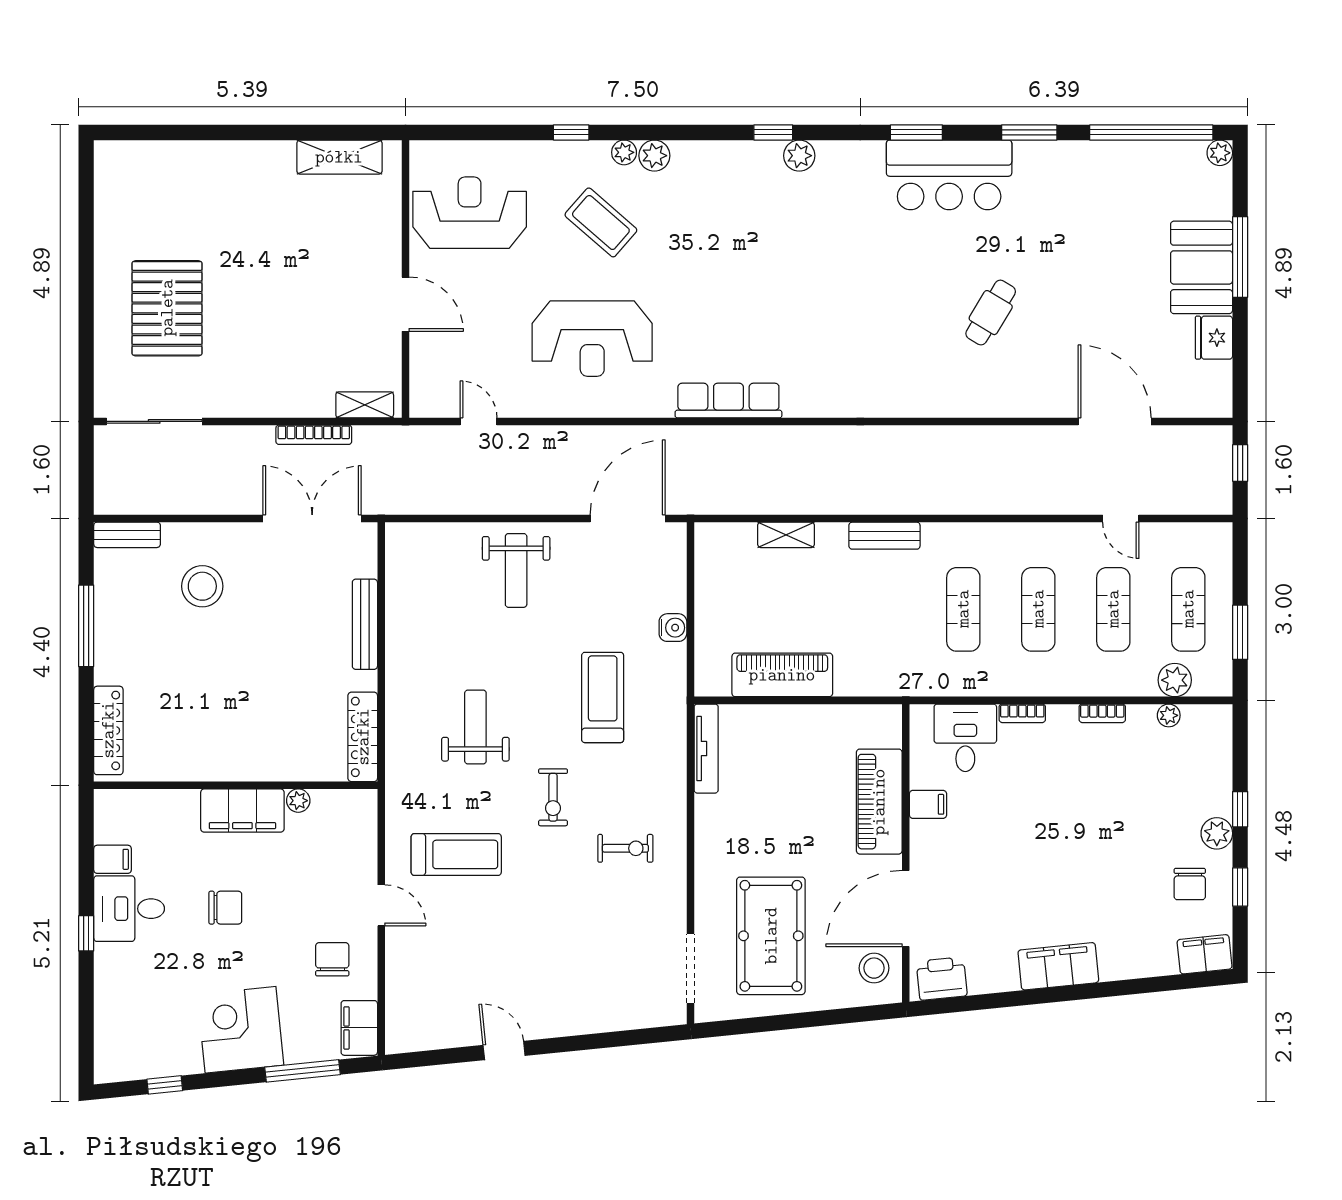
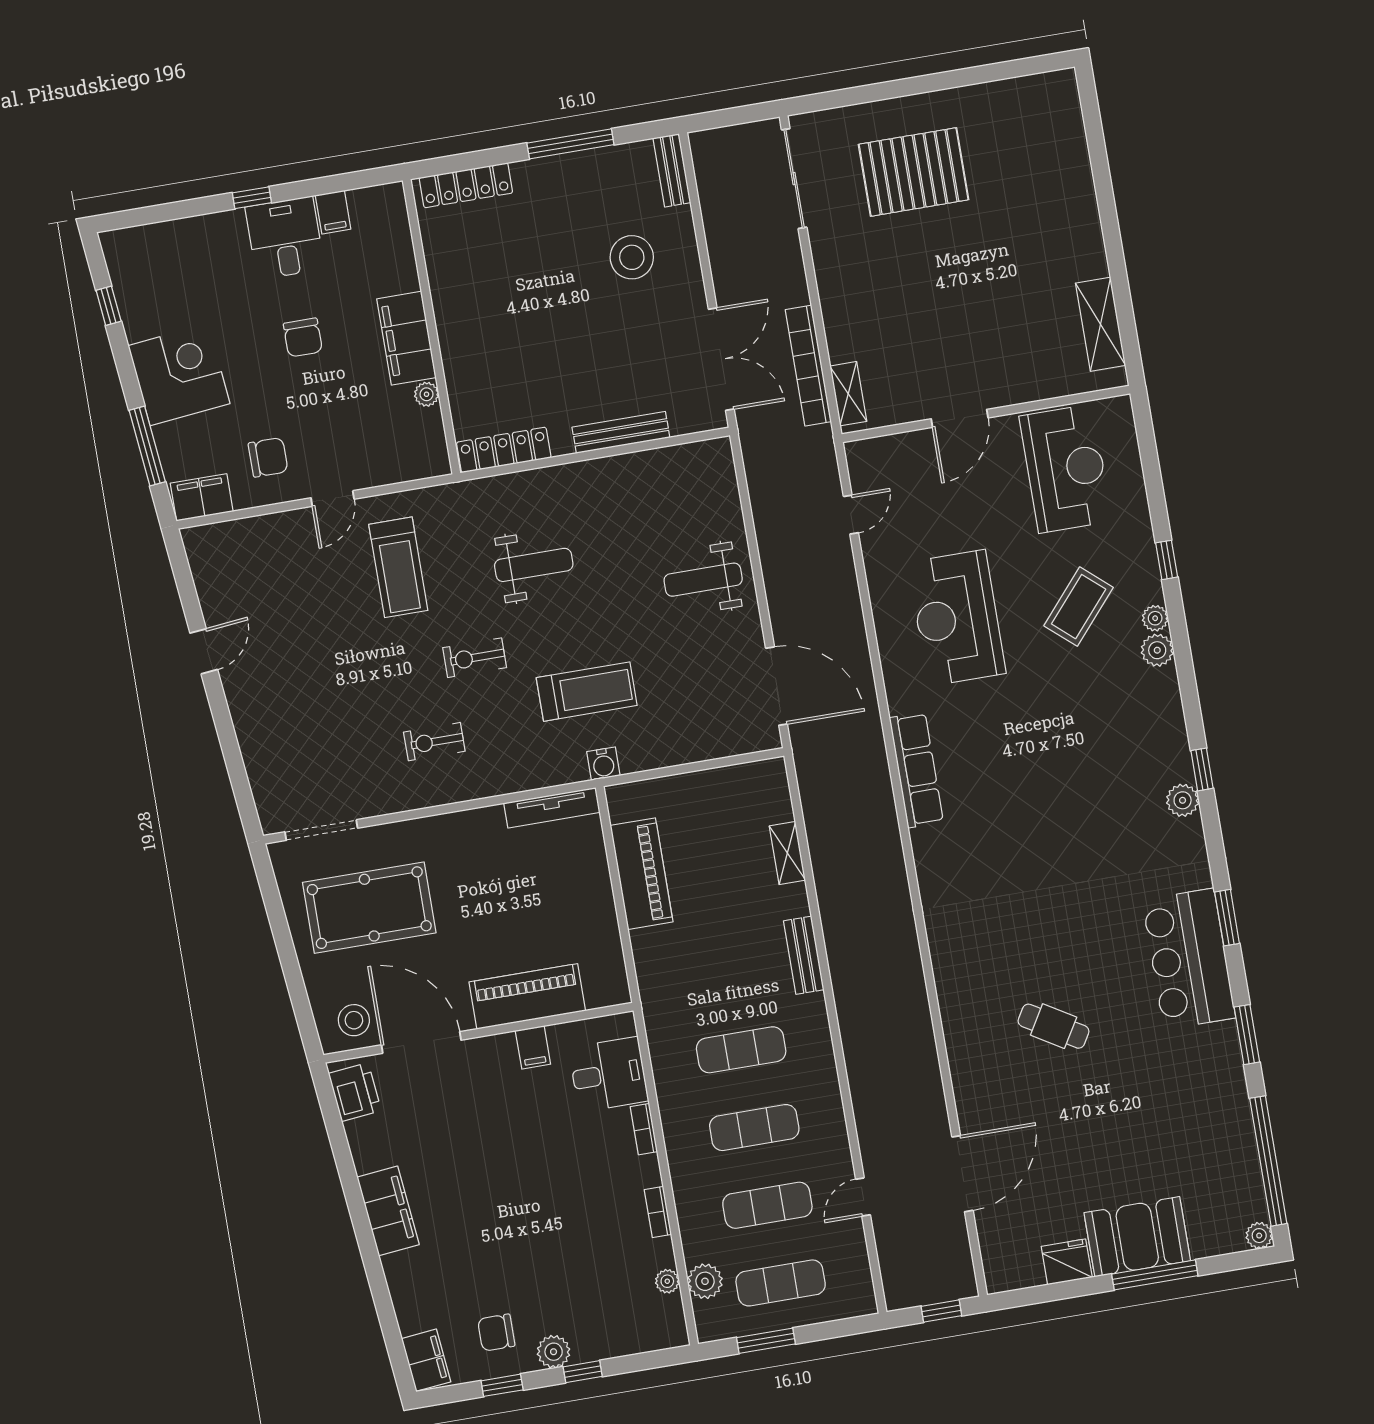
bookcase: (314, 435) -> (808, 366), width x1.48, depth x1.31
water cooler: (673, 628) -> (603, 764), moved
exercise bike: (625, 848) -> (434, 742), turned 90

